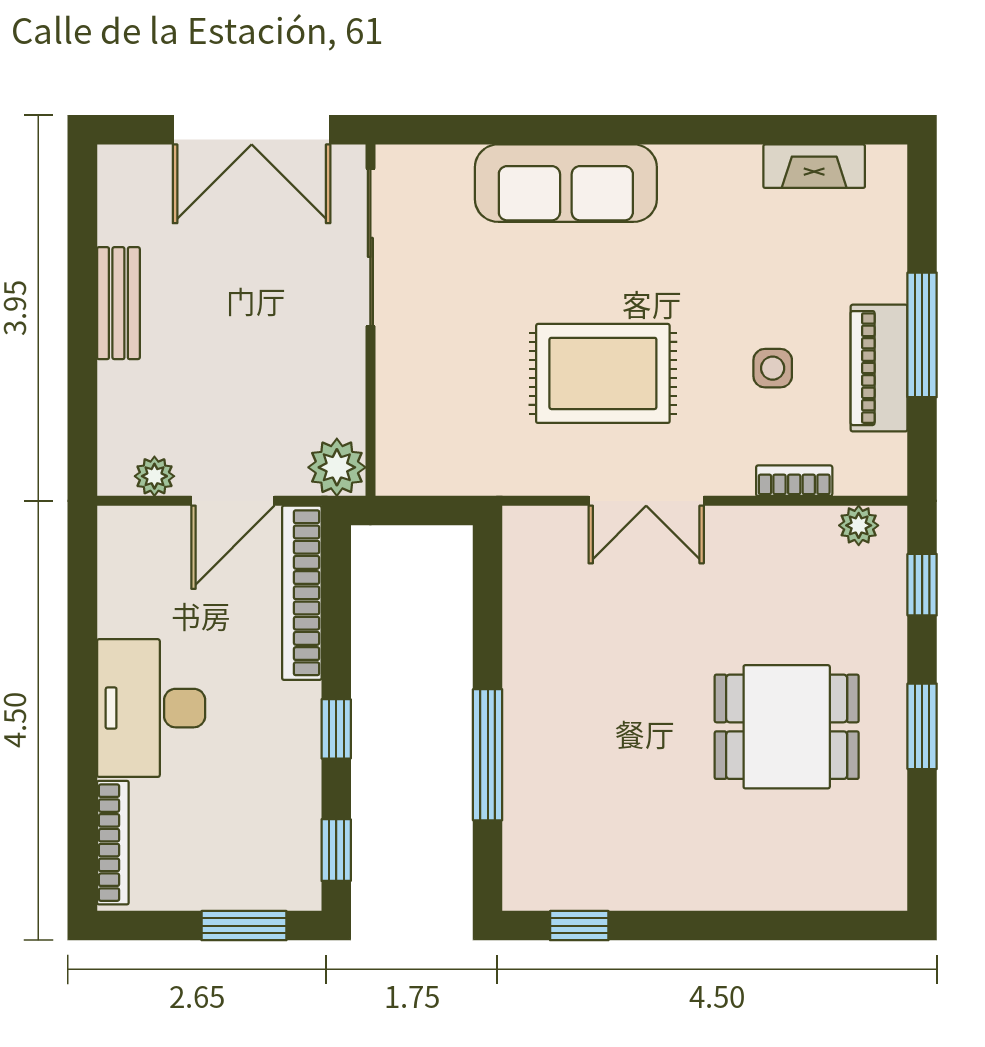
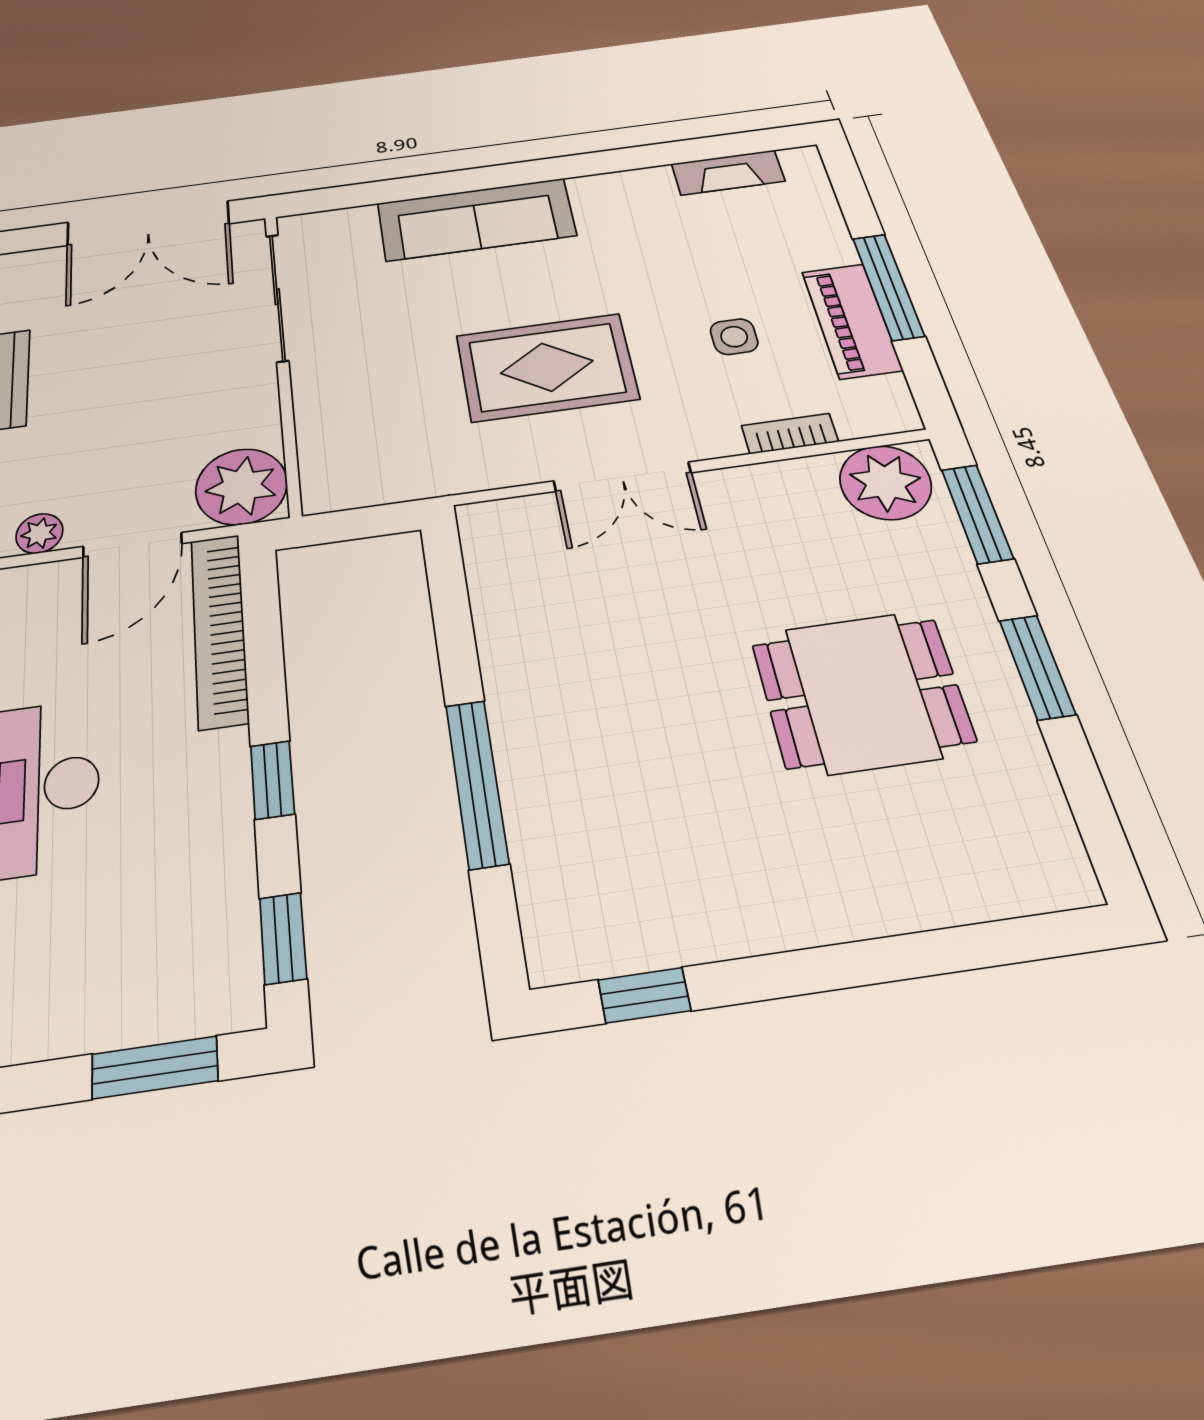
plant: (337, 467) -> (241, 487), width x1.36, depth x1.36
plant: (859, 525) -> (885, 482), width x1.88, depth x1.88
window: (922, 585) -> (977, 514), width x1.50

